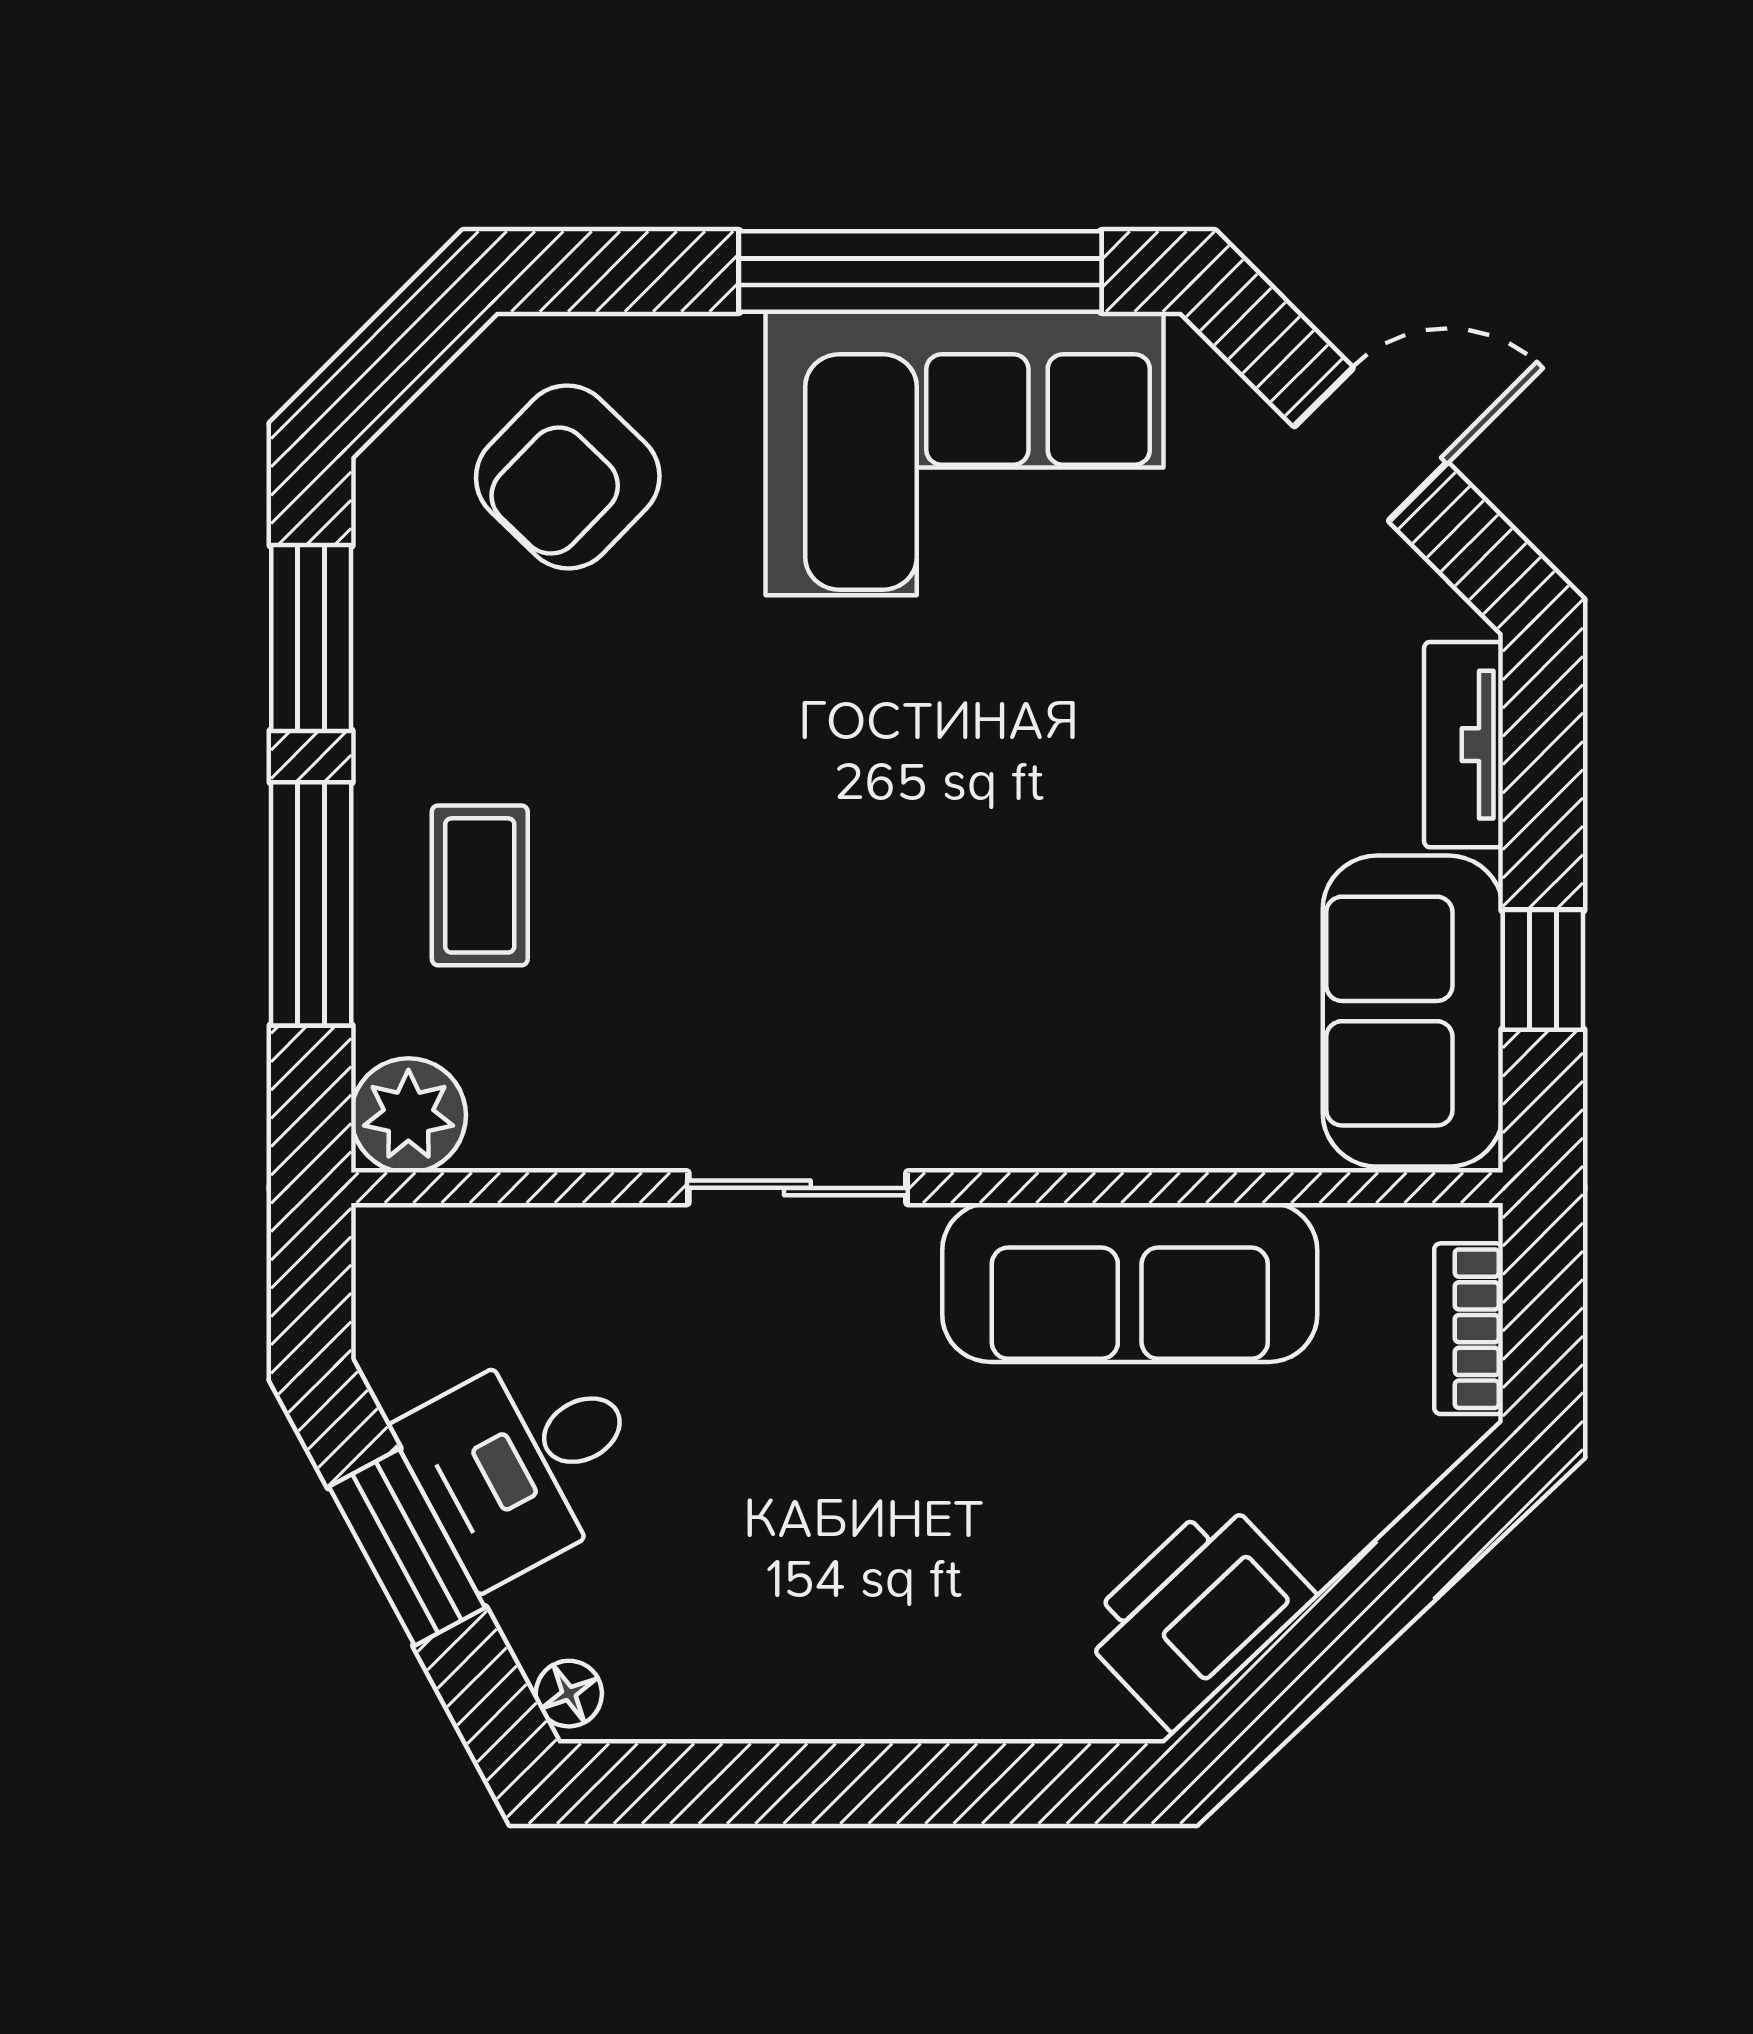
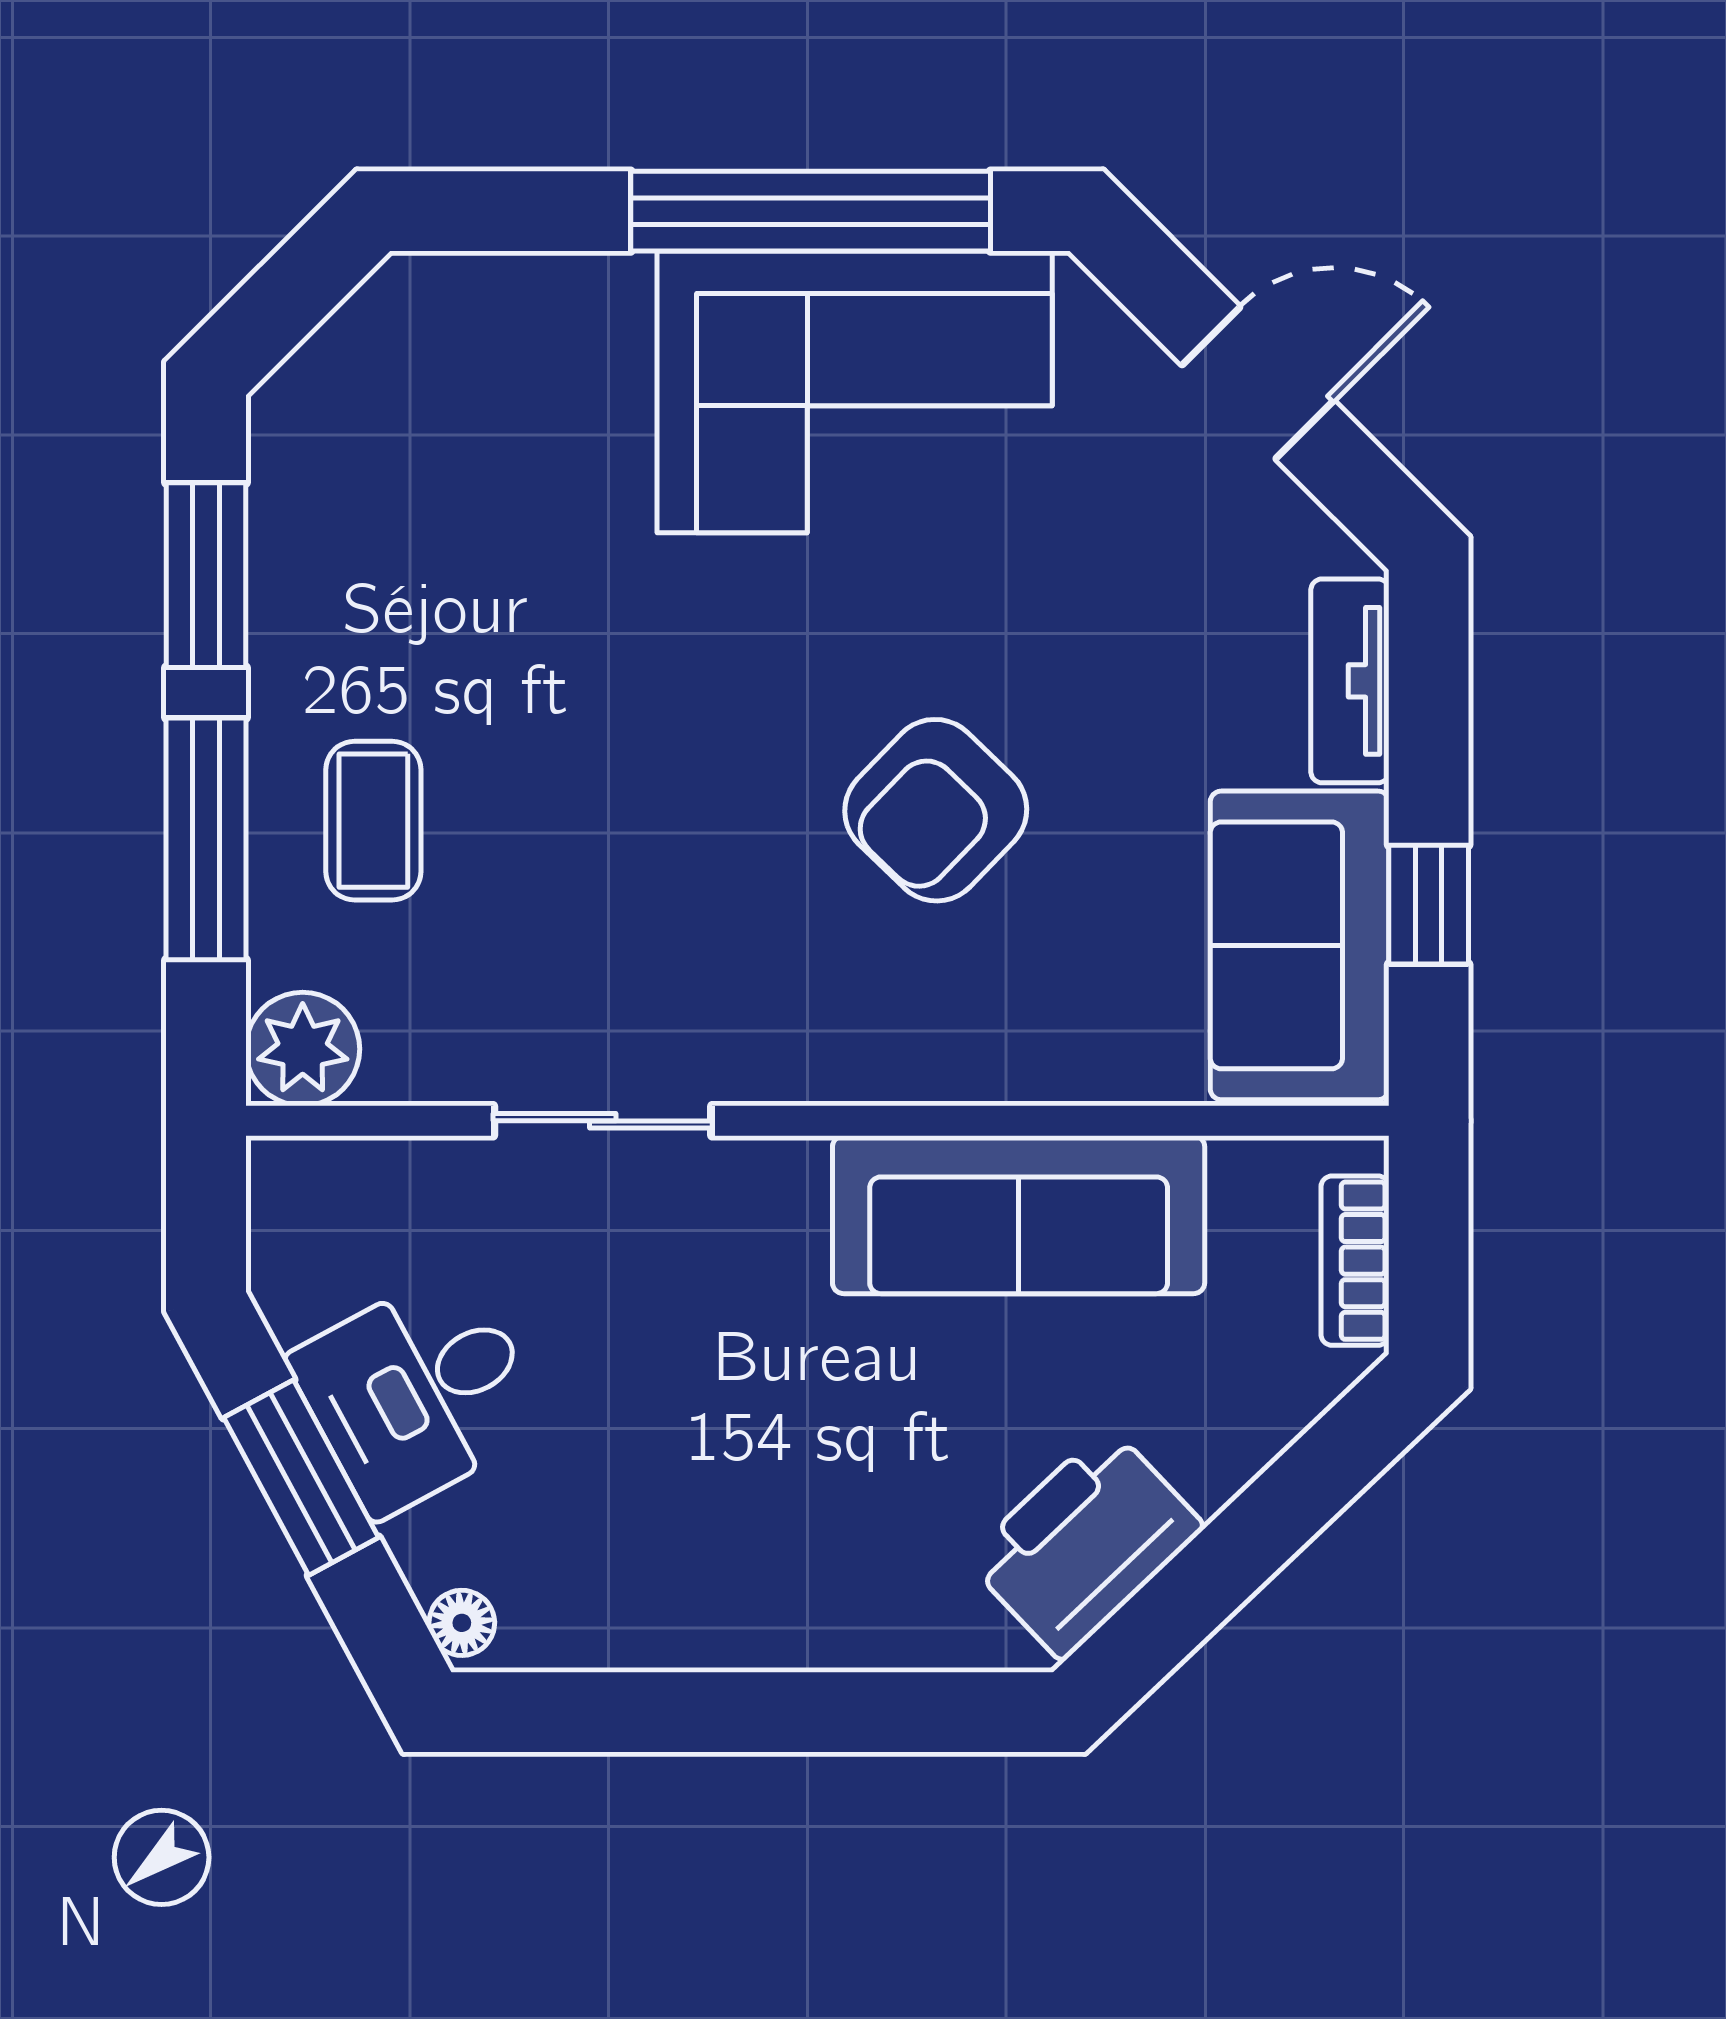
armchair: (568, 477) -> (936, 810), moved
sliding door: (797, 1188) -> (603, 1121), moved

